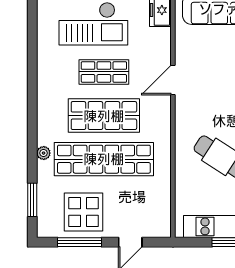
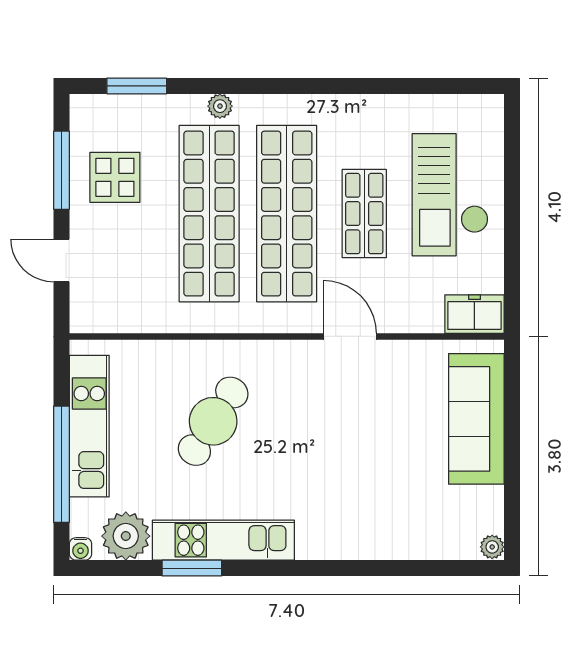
shop shelf: (104, 116) -> (287, 214), width x1.40
display table: (84, 212) -> (115, 177), width x0.73, depth x0.73

